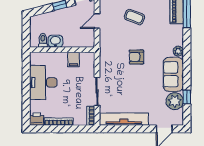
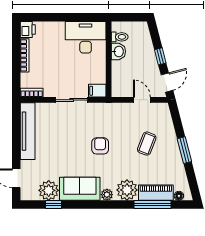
plant: (174, 34) -> (127, 190), added
filing cabinet: (73, 59) -> (97, 91), moved
desk: (43, 82) -> (86, 37), moved
sliding door: (97, 91) -> (72, 100), moved

